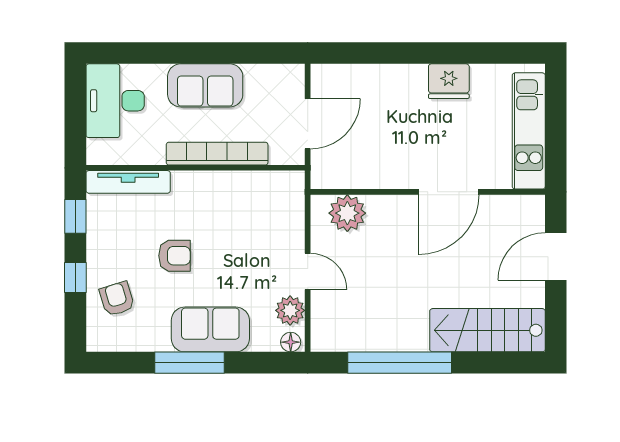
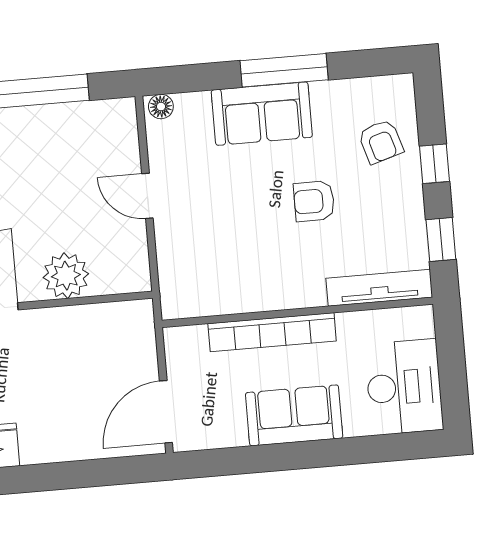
door: (308, 124) -> (166, 412), moved
plant: (347, 213) -> (66, 276), moved
plant: (290, 310) -> (165, 146), removed

